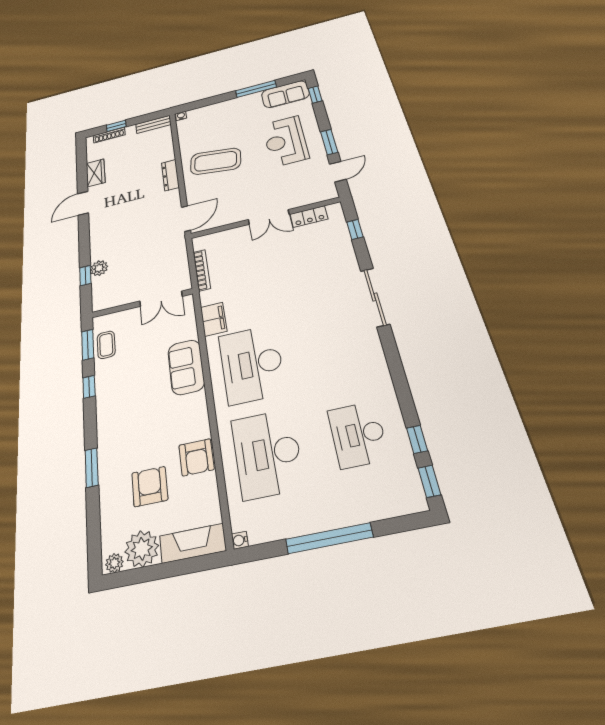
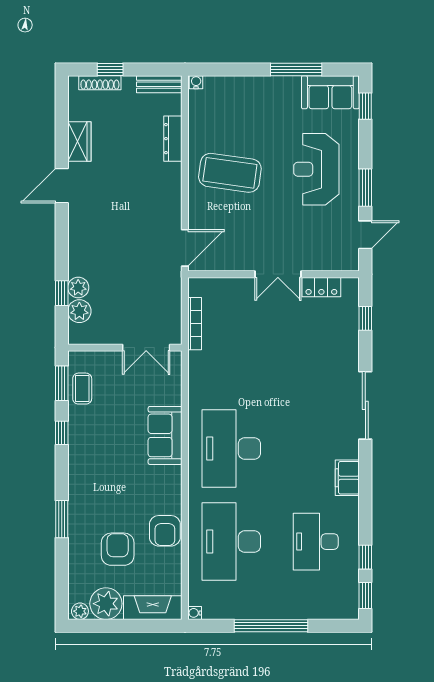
dresser: (170, 175) -> (173, 139), moved
plant: (101, 285) -> (79, 311), added
filing cabinet: (214, 319) -> (347, 478), moved, turned 180

